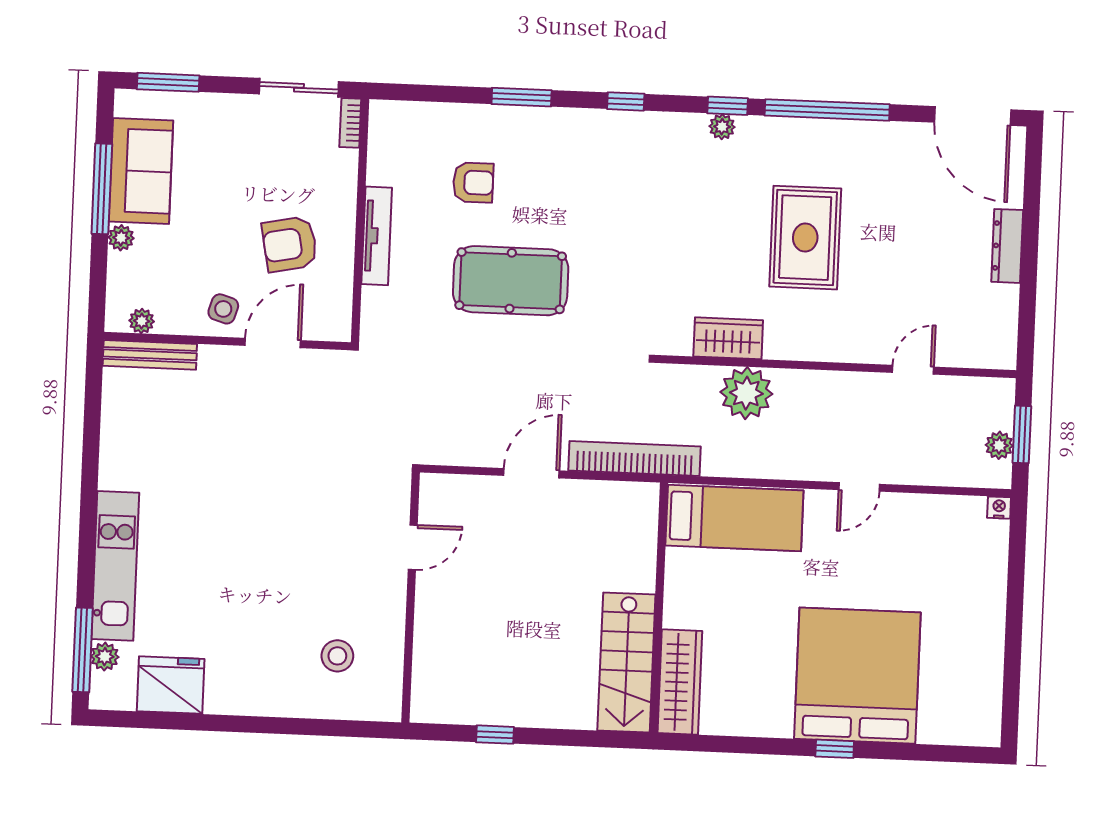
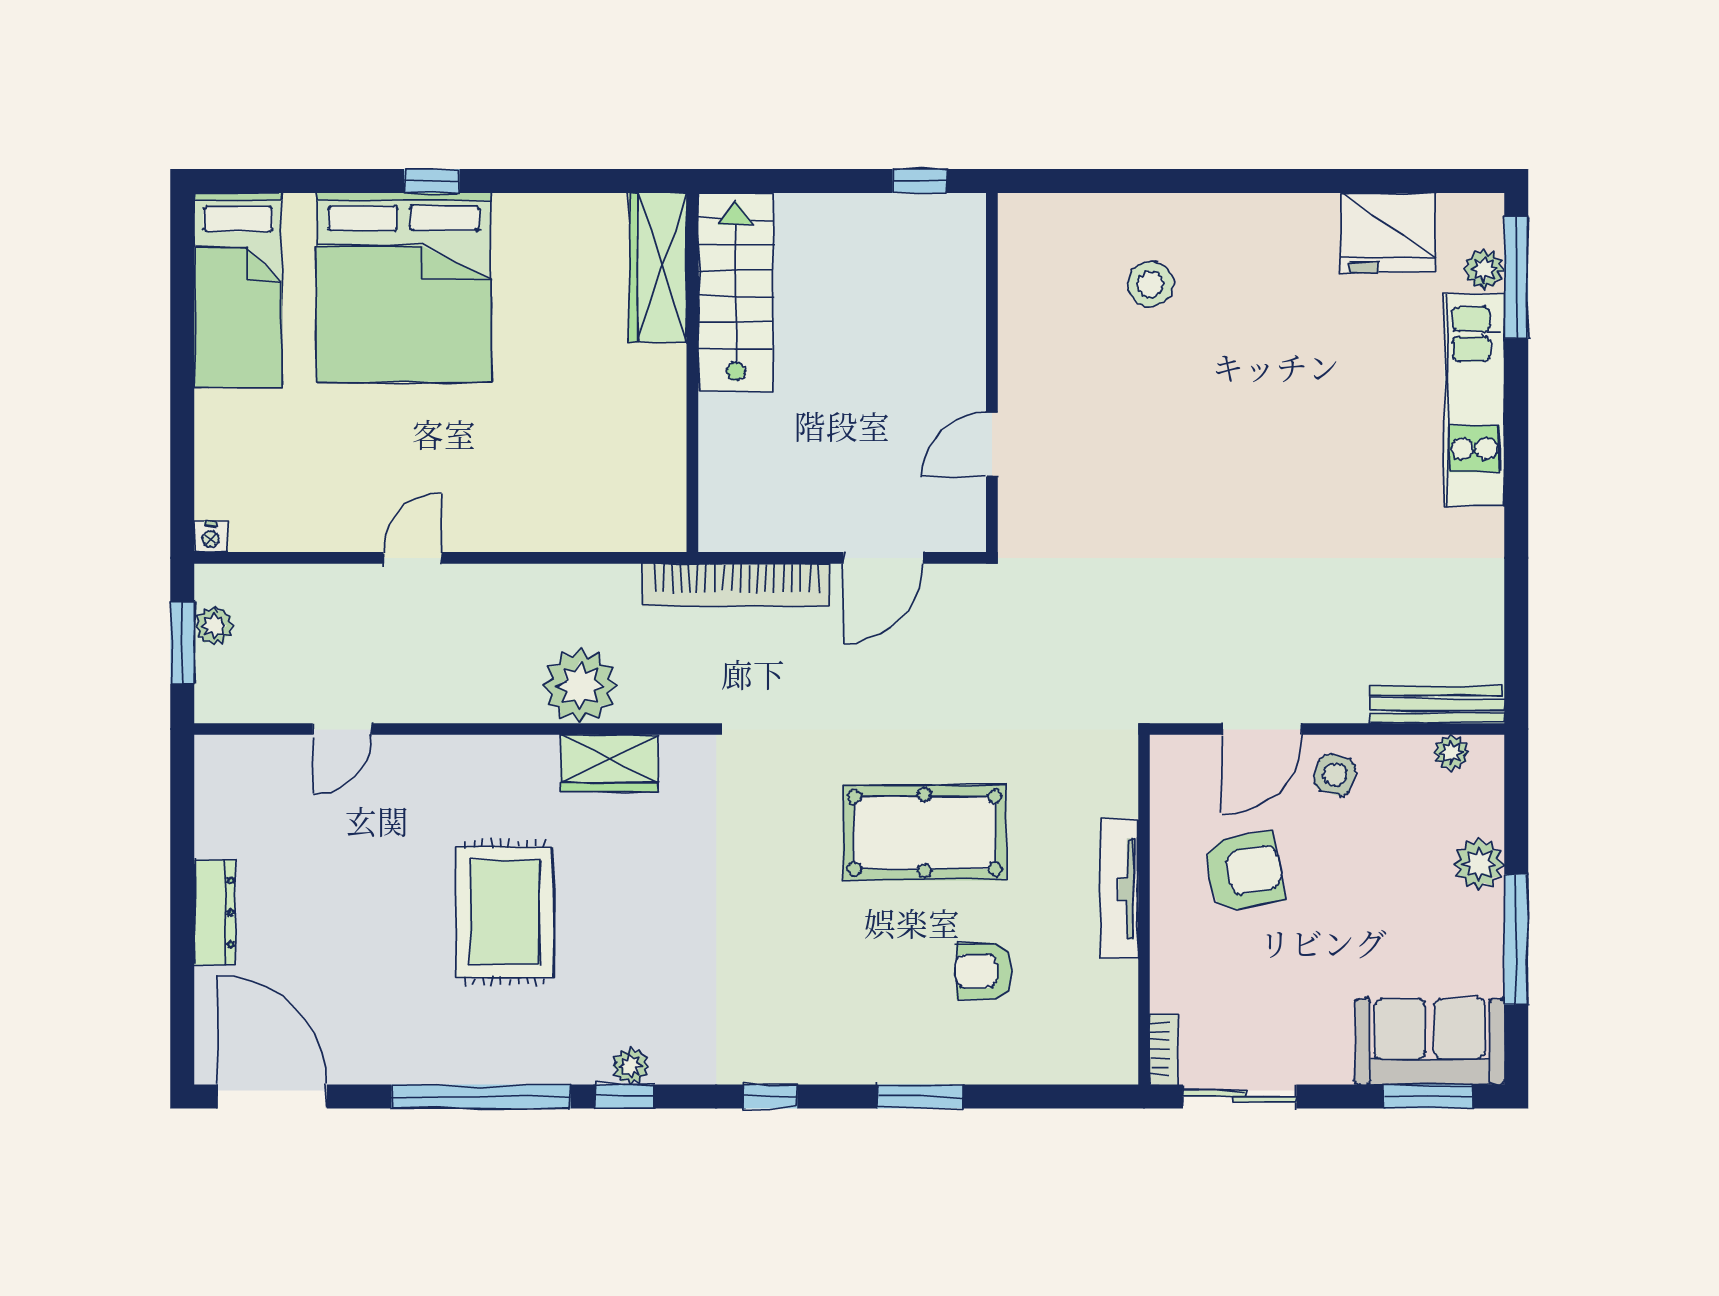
sofa: (141, 171) -> (1430, 1042), moved, turned 90
plant: (121, 238) -> (1479, 864), width x1.38, depth x1.38
bed: (734, 518) -> (238, 290), moved, turned -90
door: (413, 547) -> (992, 444), moved
wall: (411, 597) -> (992, 372), moved

